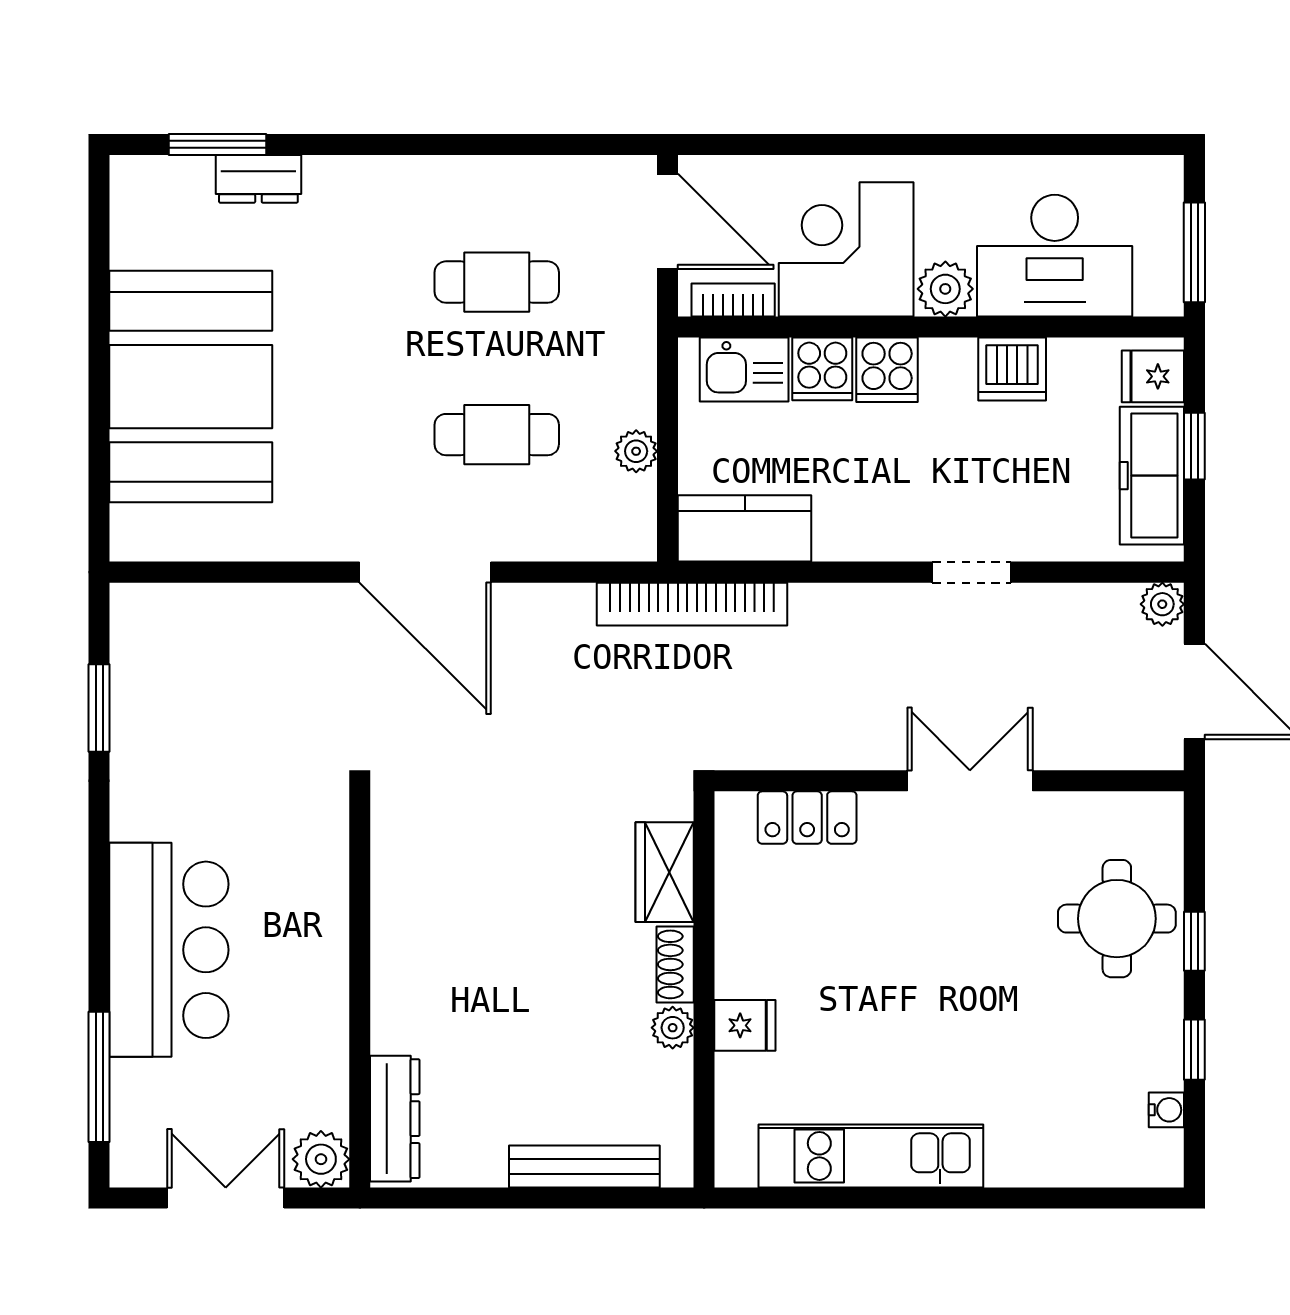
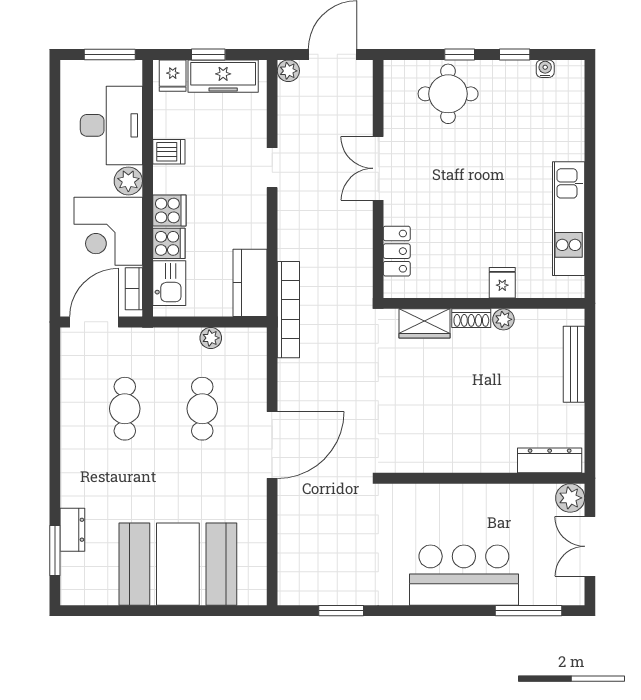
dishwasher: (1012, 369) -> (169, 152), width x0.73

